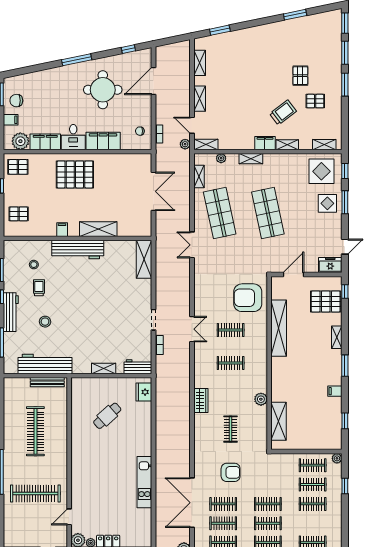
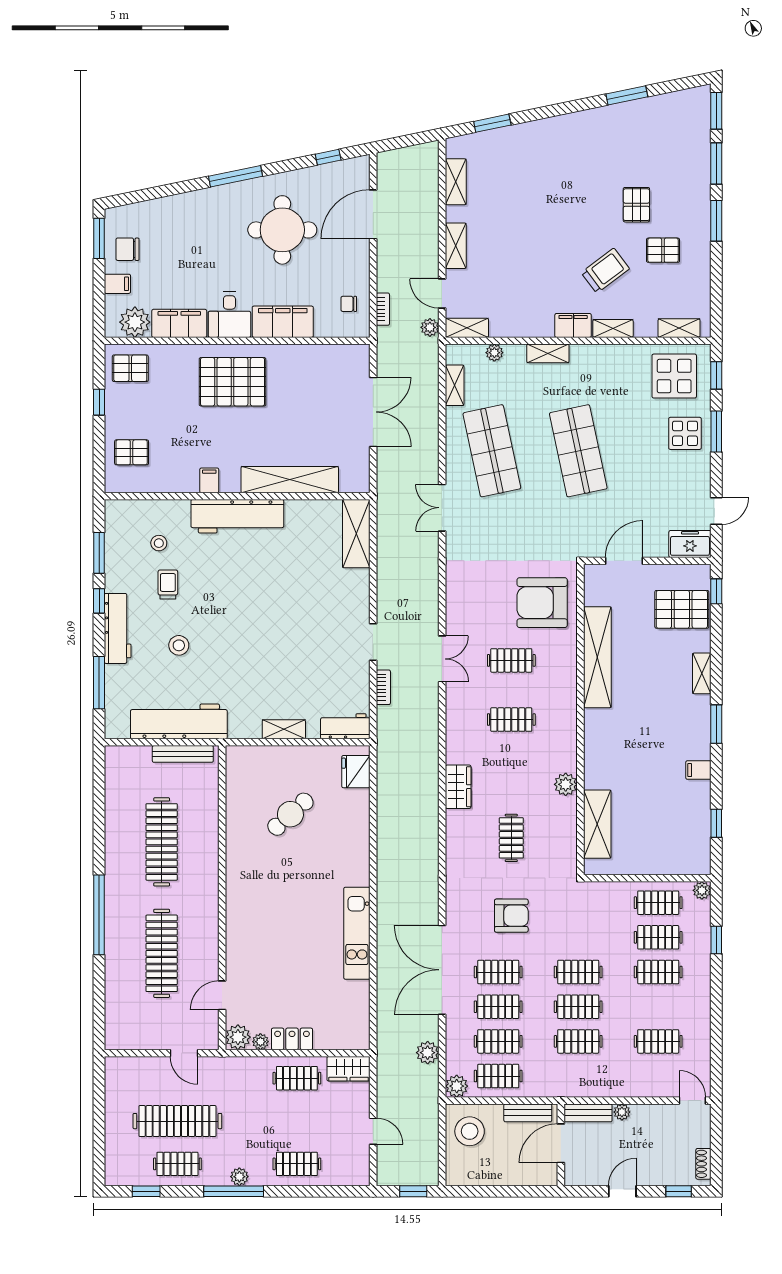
shelving: (98, 229) -> (290, 480), width x1.47
clothes rail: (35, 493) -> (162, 953), turned 90

